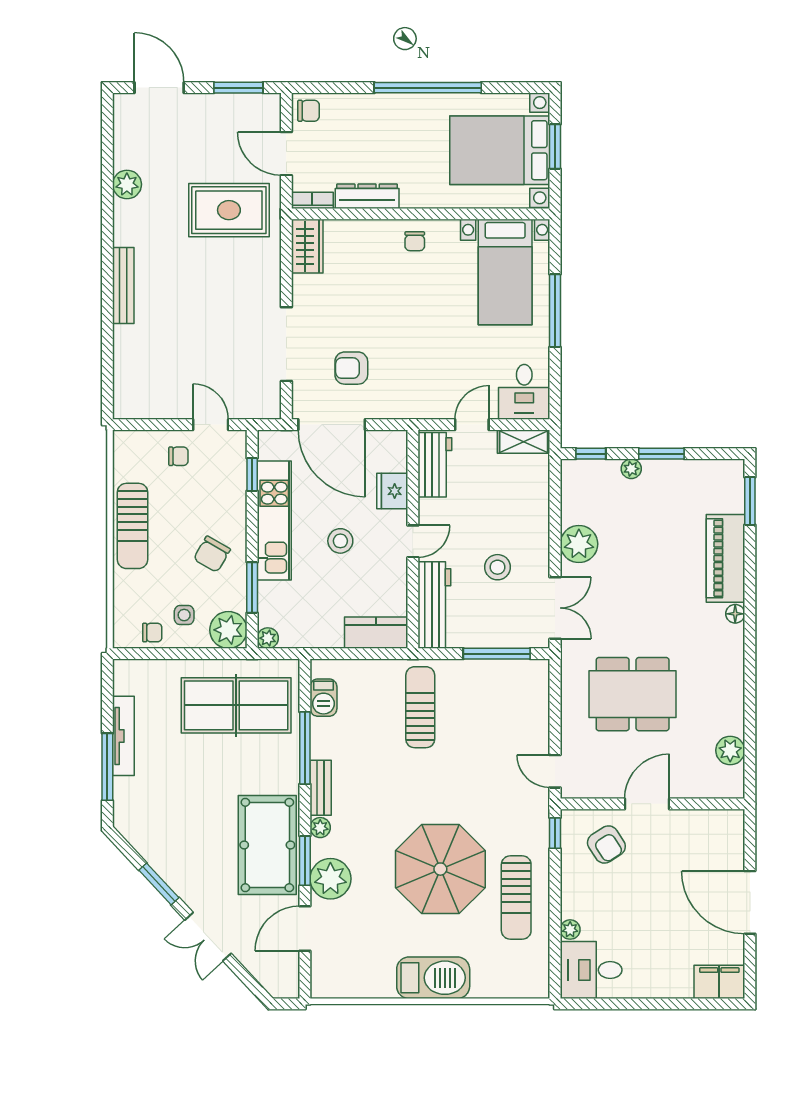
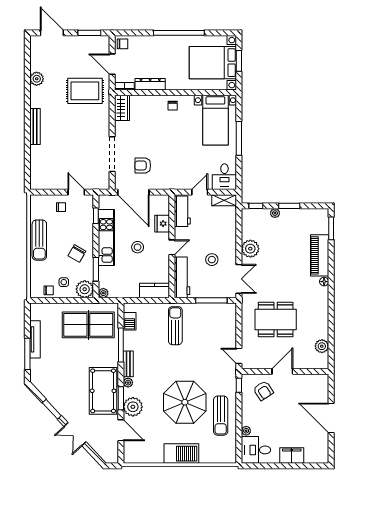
door: (305, 928) -> (121, 430), swing flipped
filing cabinet: (719, 982) -> (292, 456), moved

